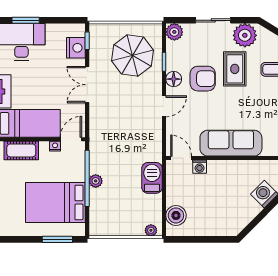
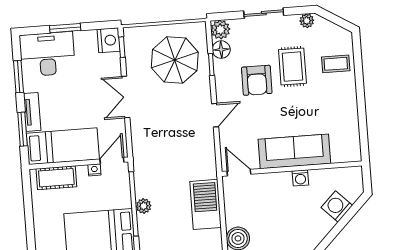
window: (26, 20) -> (65, 28), moved
plant: (245, 35) -> (307, 21), width x0.53, depth x0.53
nightstand: (76, 48) -> (109, 40), moved
floor lamp: (174, 79) -> (221, 50), moved
armchair: (203, 79) -> (257, 80), turned 90
washing machine: (200, 167) -> (300, 178), moved
barbecue: (152, 178) -> (206, 204), width x1.37, depth x1.21

